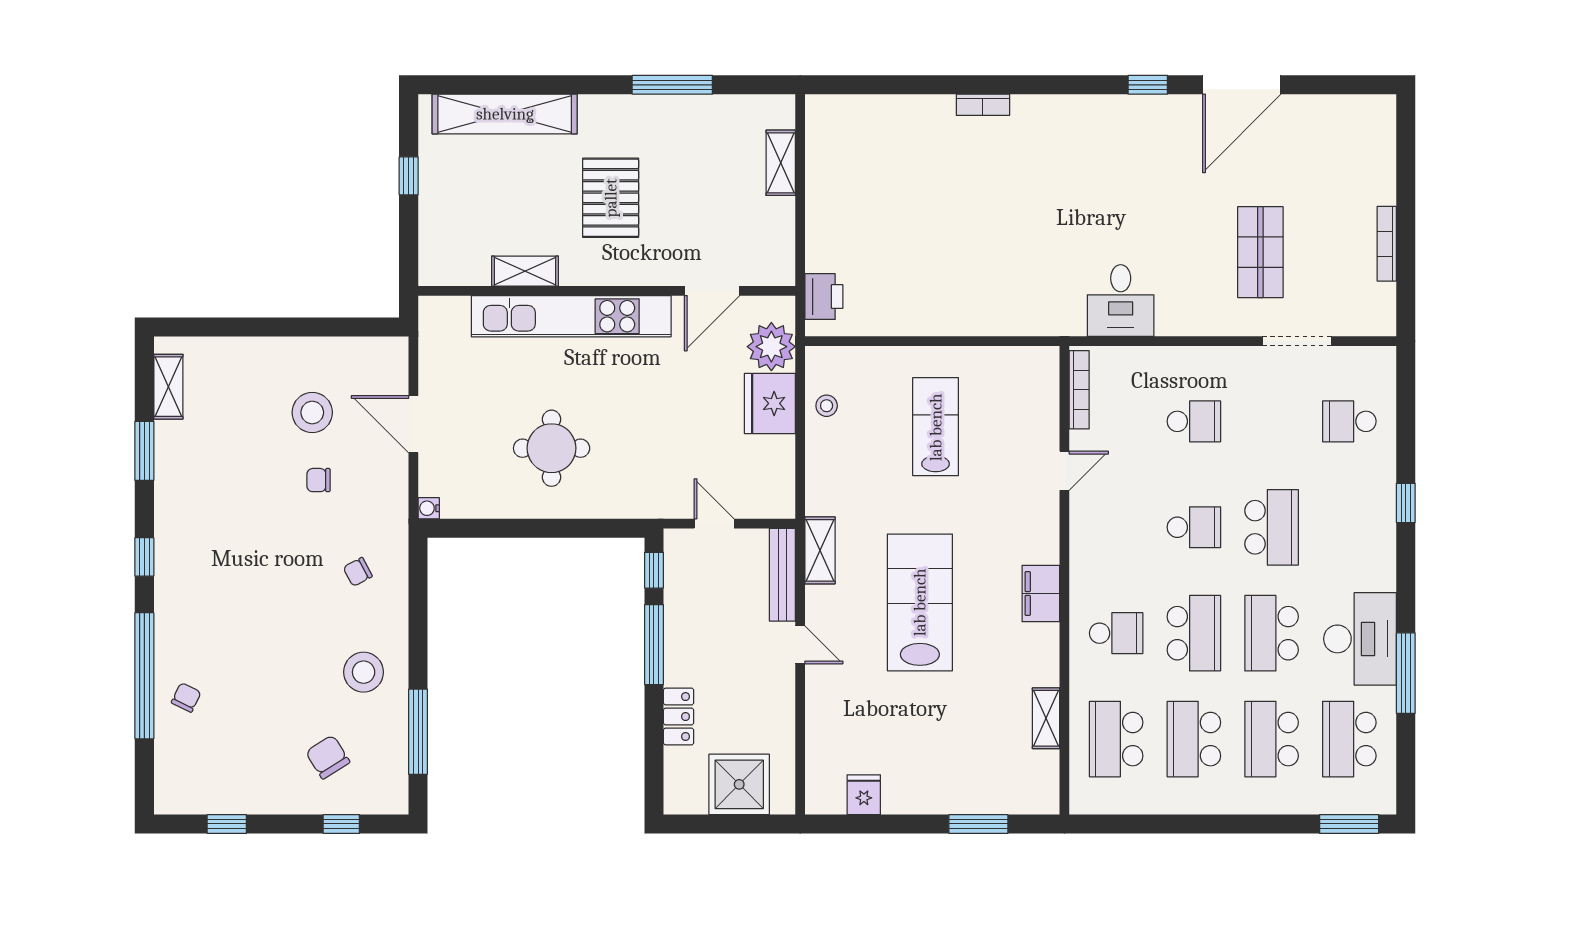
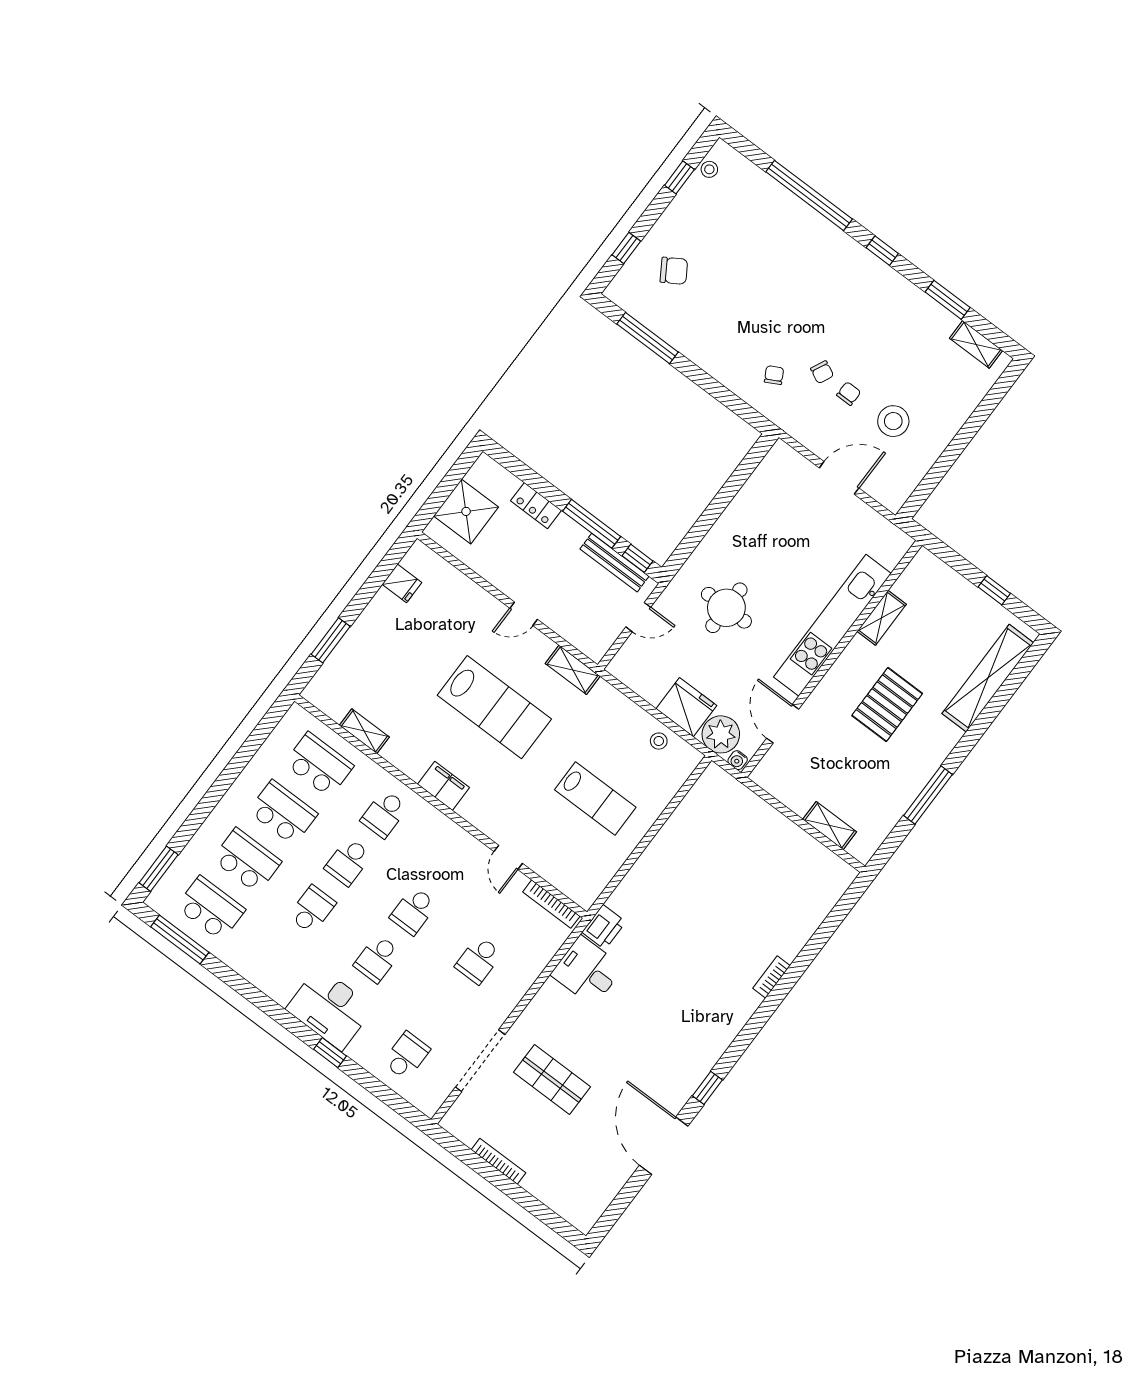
pallet: (611, 198) -> (887, 704), turned 90
printer: (824, 297) -> (604, 927), moved, turned -90
doorway: (1297, 341) -> (480, 1061), width x1.36
round table: (552, 448) -> (726, 608), moved
water cooler: (429, 508) -> (738, 760), moved, turned 180
school desk: (1272, 527) -> (377, 959), width x0.54
bench: (782, 575) -> (614, 563), moved
school desk: (1194, 633) -> (348, 862), width x0.54
school desk: (1272, 633) -> (312, 910), width x0.54
desk: (1360, 639) -> (330, 1008), moved
stool: (364, 672) -> (709, 169), moved, width x0.53, depth x0.53
window: (1406, 673) -> (180, 939), moved
chair: (186, 697) -> (822, 372), moved

